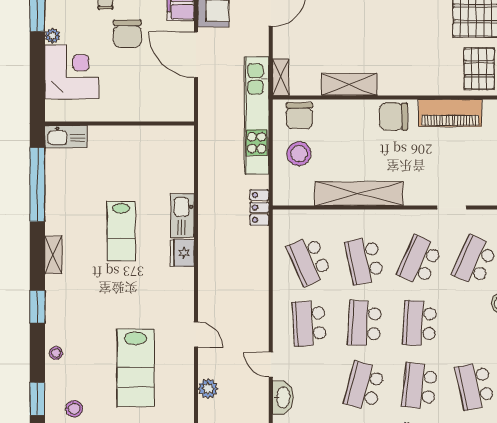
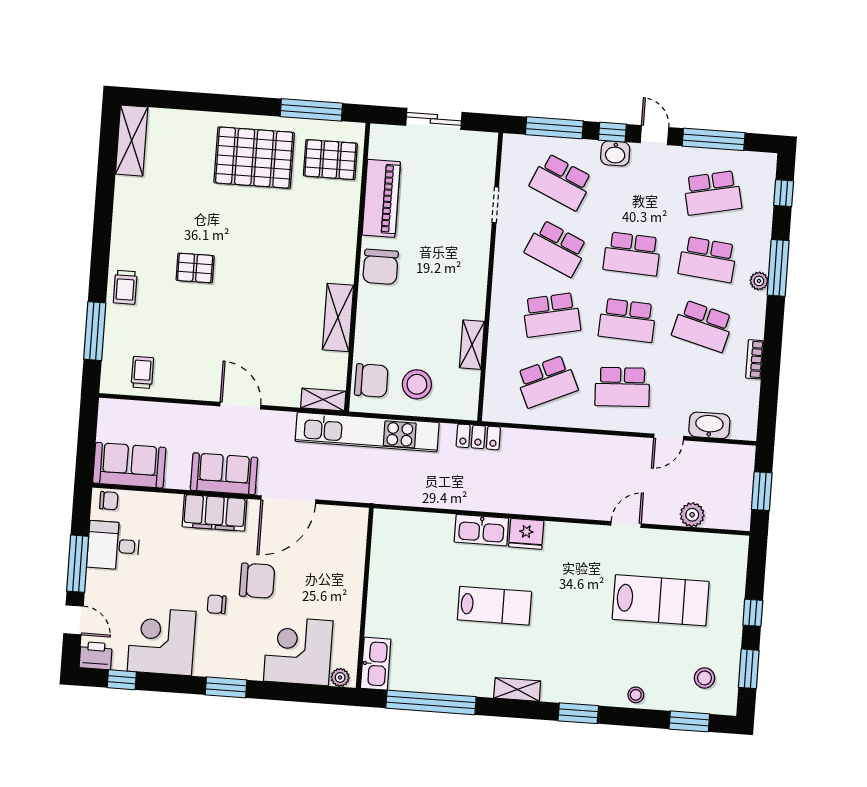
plant: (52, 36) -> (340, 677), moved
shelving: (359, 194) -> (472, 345), width x0.45, depth x0.75

